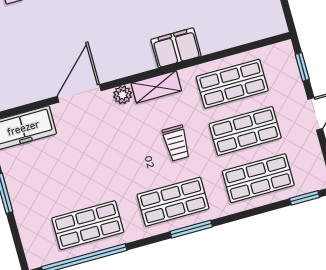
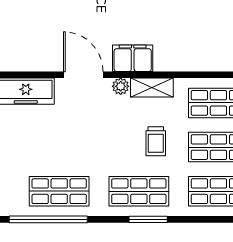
filing cabinet: (176, 48) -> (133, 58), moved
door: (79, 93) -> (83, 75), hinge flipped

